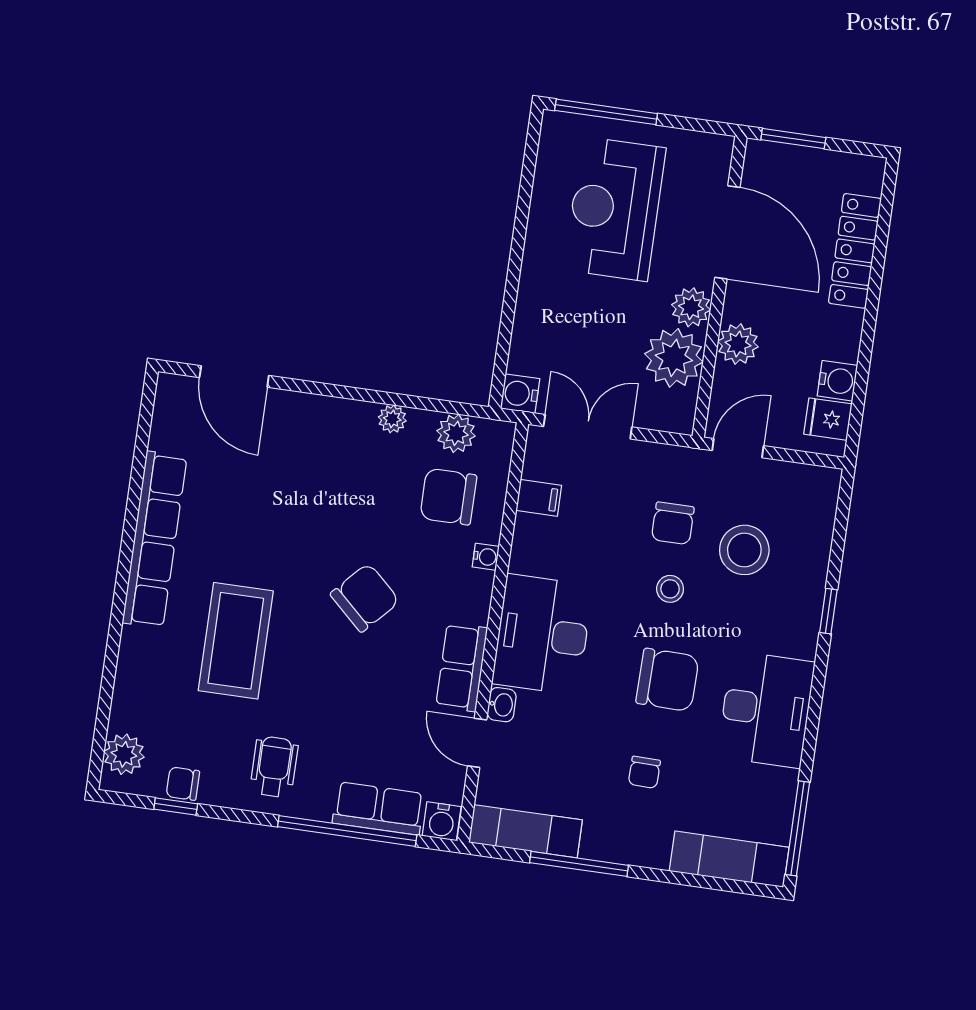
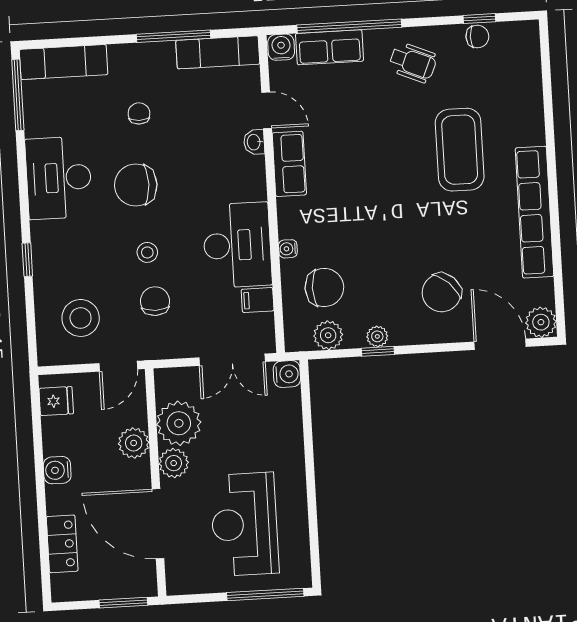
reception desk: (615, 209) -> (244, 524), turned 180
locker: (855, 251) -> (62, 544), width x0.66
water cooler: (837, 381) -> (57, 470), moved
window: (395, 399) -> (378, 351), added
stool: (744, 550) -> (81, 318), moved
chair: (365, 598) -> (442, 293), moved
desk: (542, 635) -> (237, 245), moved
plant: (124, 754) -> (541, 322), moved
wheelchair: (274, 767) -> (413, 62), turned -67

